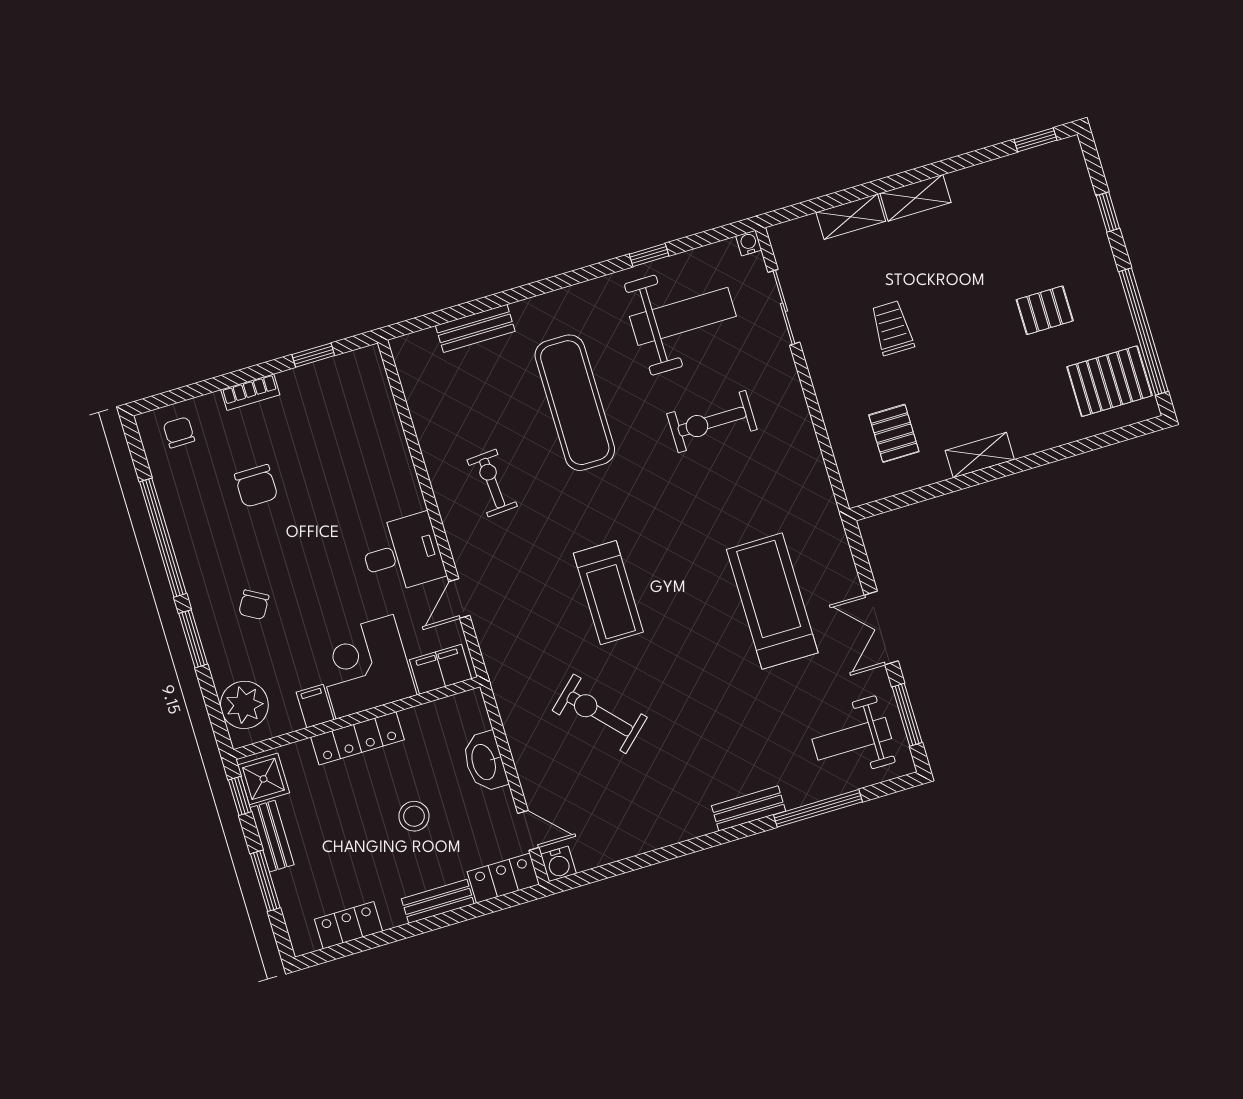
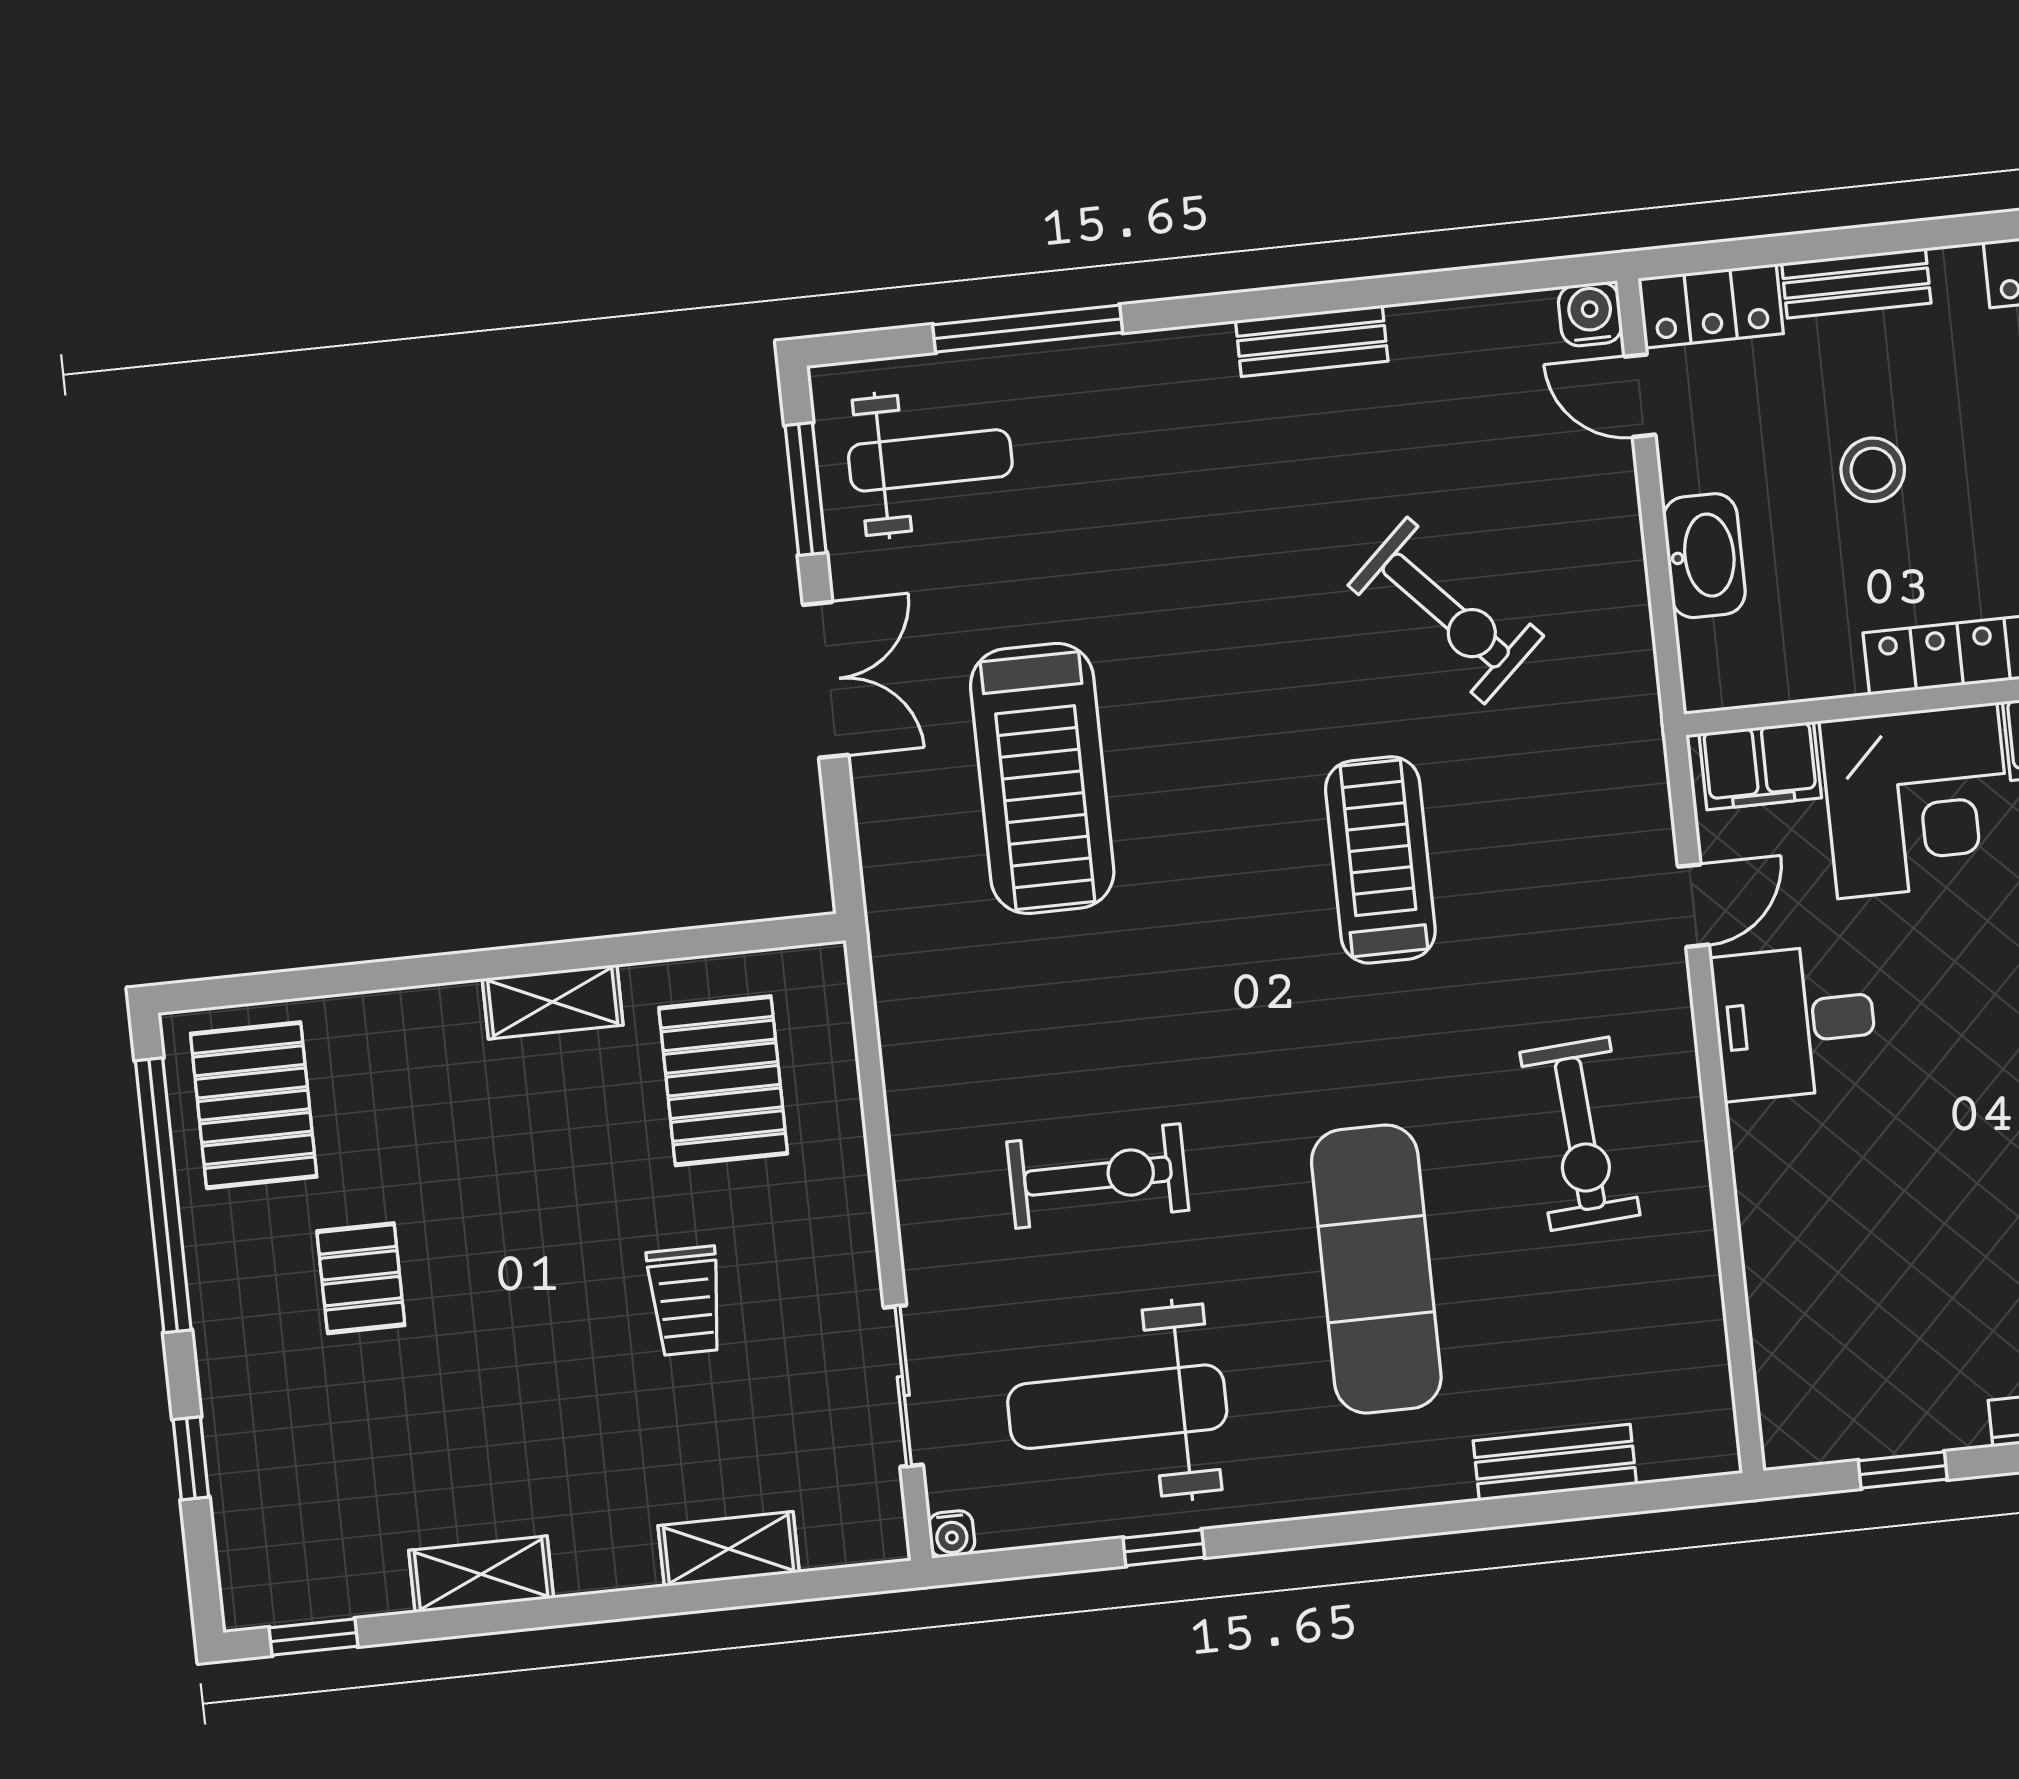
shelving: (915, 198) -> (481, 1574), moved
pallet: (1045, 310) -> (361, 1278), turned 90
pallet: (1109, 381) -> (254, 1105), turned 90
pallet: (894, 433) -> (723, 1081), width x1.50, depth x1.42
exercise bike: (492, 483) -> (1580, 1134), width x1.38, depth x1.39
bench: (749, 808) -> (1312, 341), moved

